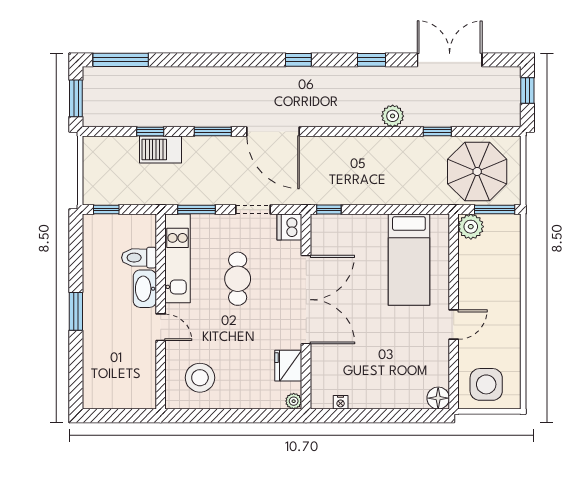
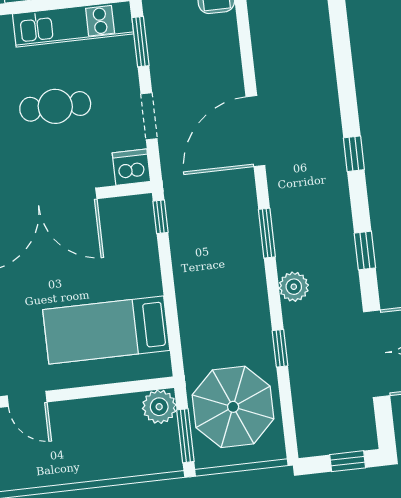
window: (213, 131) -> (267, 233), moved

